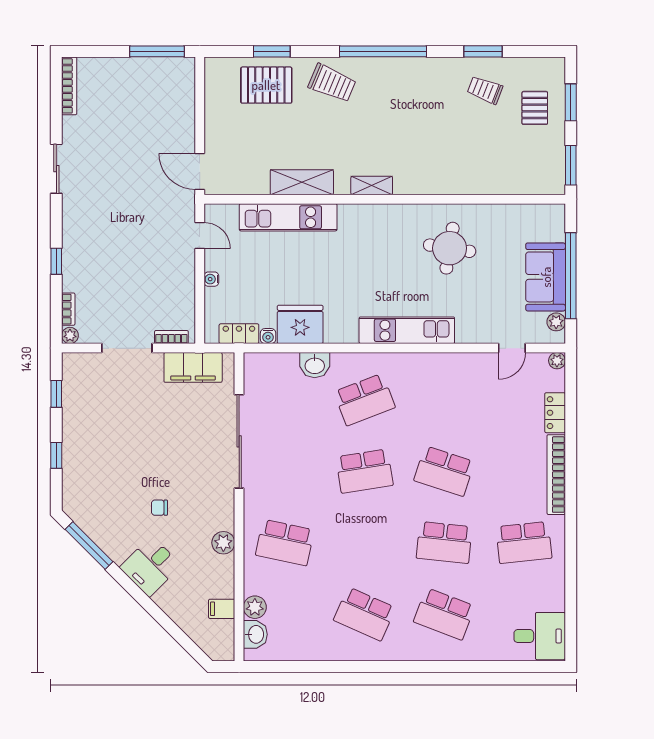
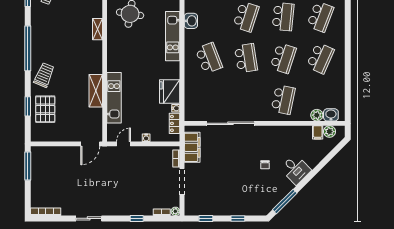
shelving: (372, 185) -> (97, 29), moved
washbasin: (315, 365) -> (191, 21), moved
school desk: (365, 542) -> (283, 58), added
plant: (223, 543) -> (330, 132), moved

